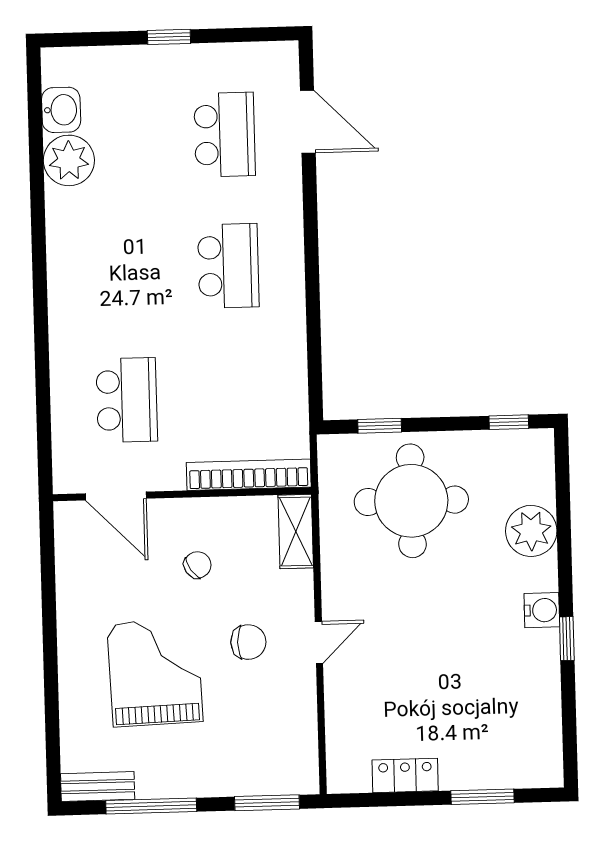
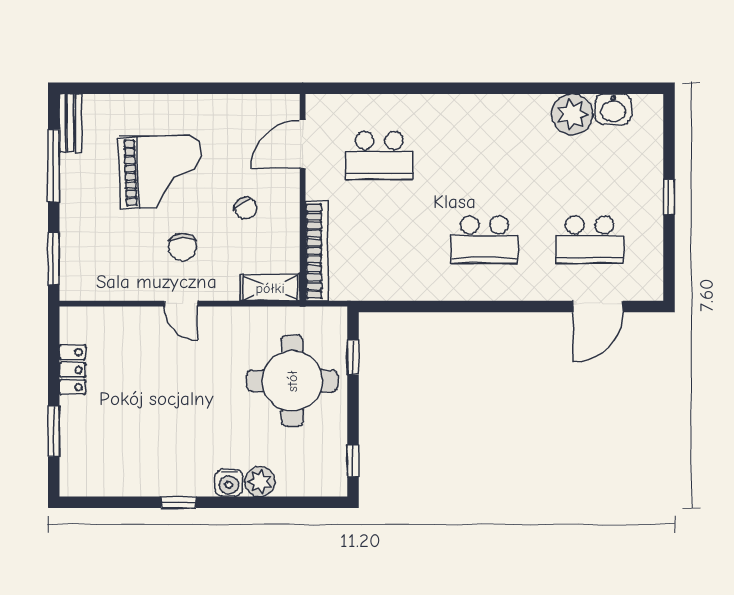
plant: (531, 531) -> (260, 482), width x0.73, depth x0.73
water cooler: (542, 610) -> (229, 483), moved

